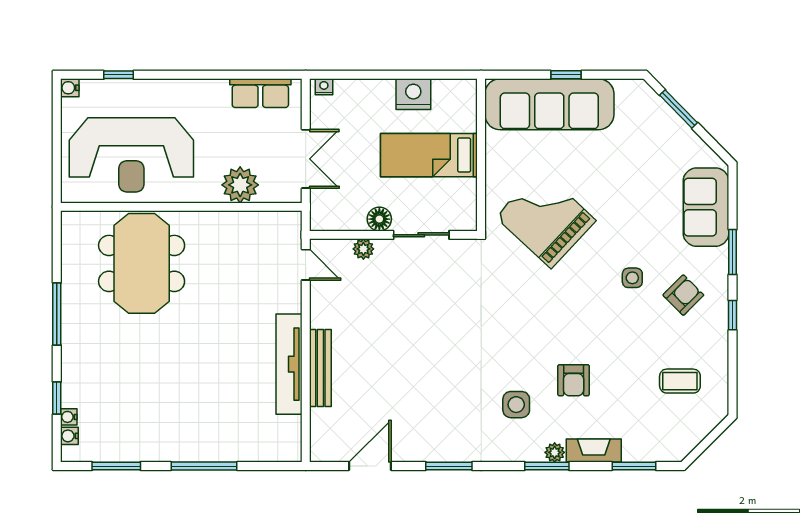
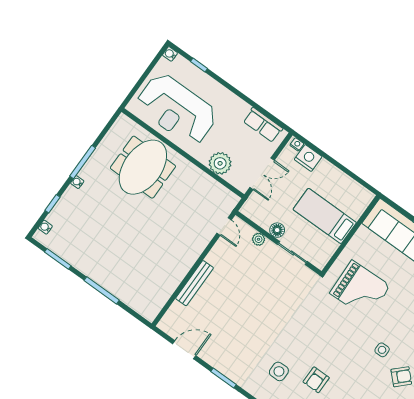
nightstand: (413, 94) -> (308, 158), moved
grand piano: (546, 219) -> (360, 289), turned 135
tv unit: (289, 364) -> (180, 270), removed
water cooler: (69, 417) -> (77, 182), moved

